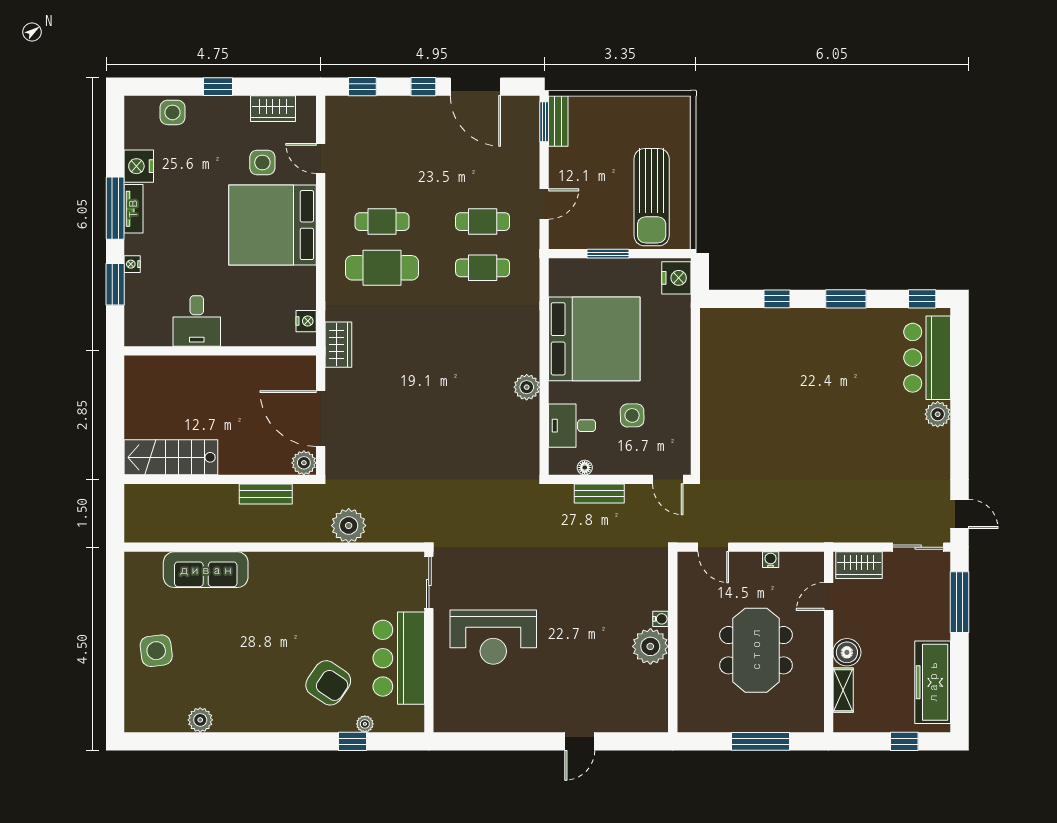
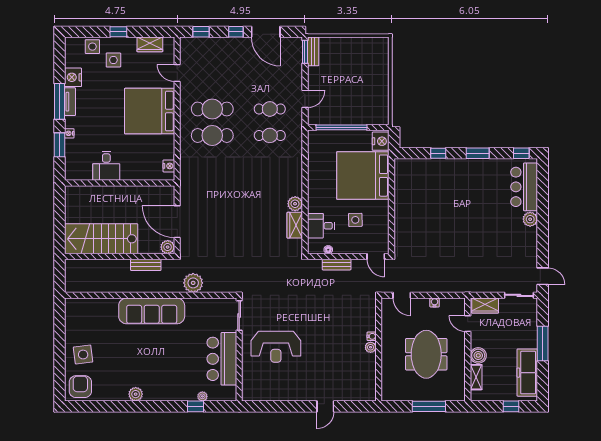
side table: (262, 163) -> (113, 60), moved
sun lounger: (652, 197) -> (367, 95), removed
cafe table: (382, 222) -> (212, 109), width x1.37, depth x1.35
window: (608, 254) -> (342, 127), width x2.11
bed: (594, 339) -> (363, 176), moved, turned 180
wardrobe: (338, 345) -> (295, 225), moved, turned 180
stairs: (171, 457) -> (101, 239), width x1.36, depth x1.51
sofa: (206, 570) -> (152, 311), moved, width x1.36, depth x1.27
door: (829, 597) -> (468, 324), hinge flipped
window: (959, 602) -> (543, 344), moved
plant: (650, 646) -> (371, 347), width x0.53, depth x0.53
armchair: (328, 683) -> (80, 387), moved, turned -124
plant: (200, 720) -> (136, 394), moved

